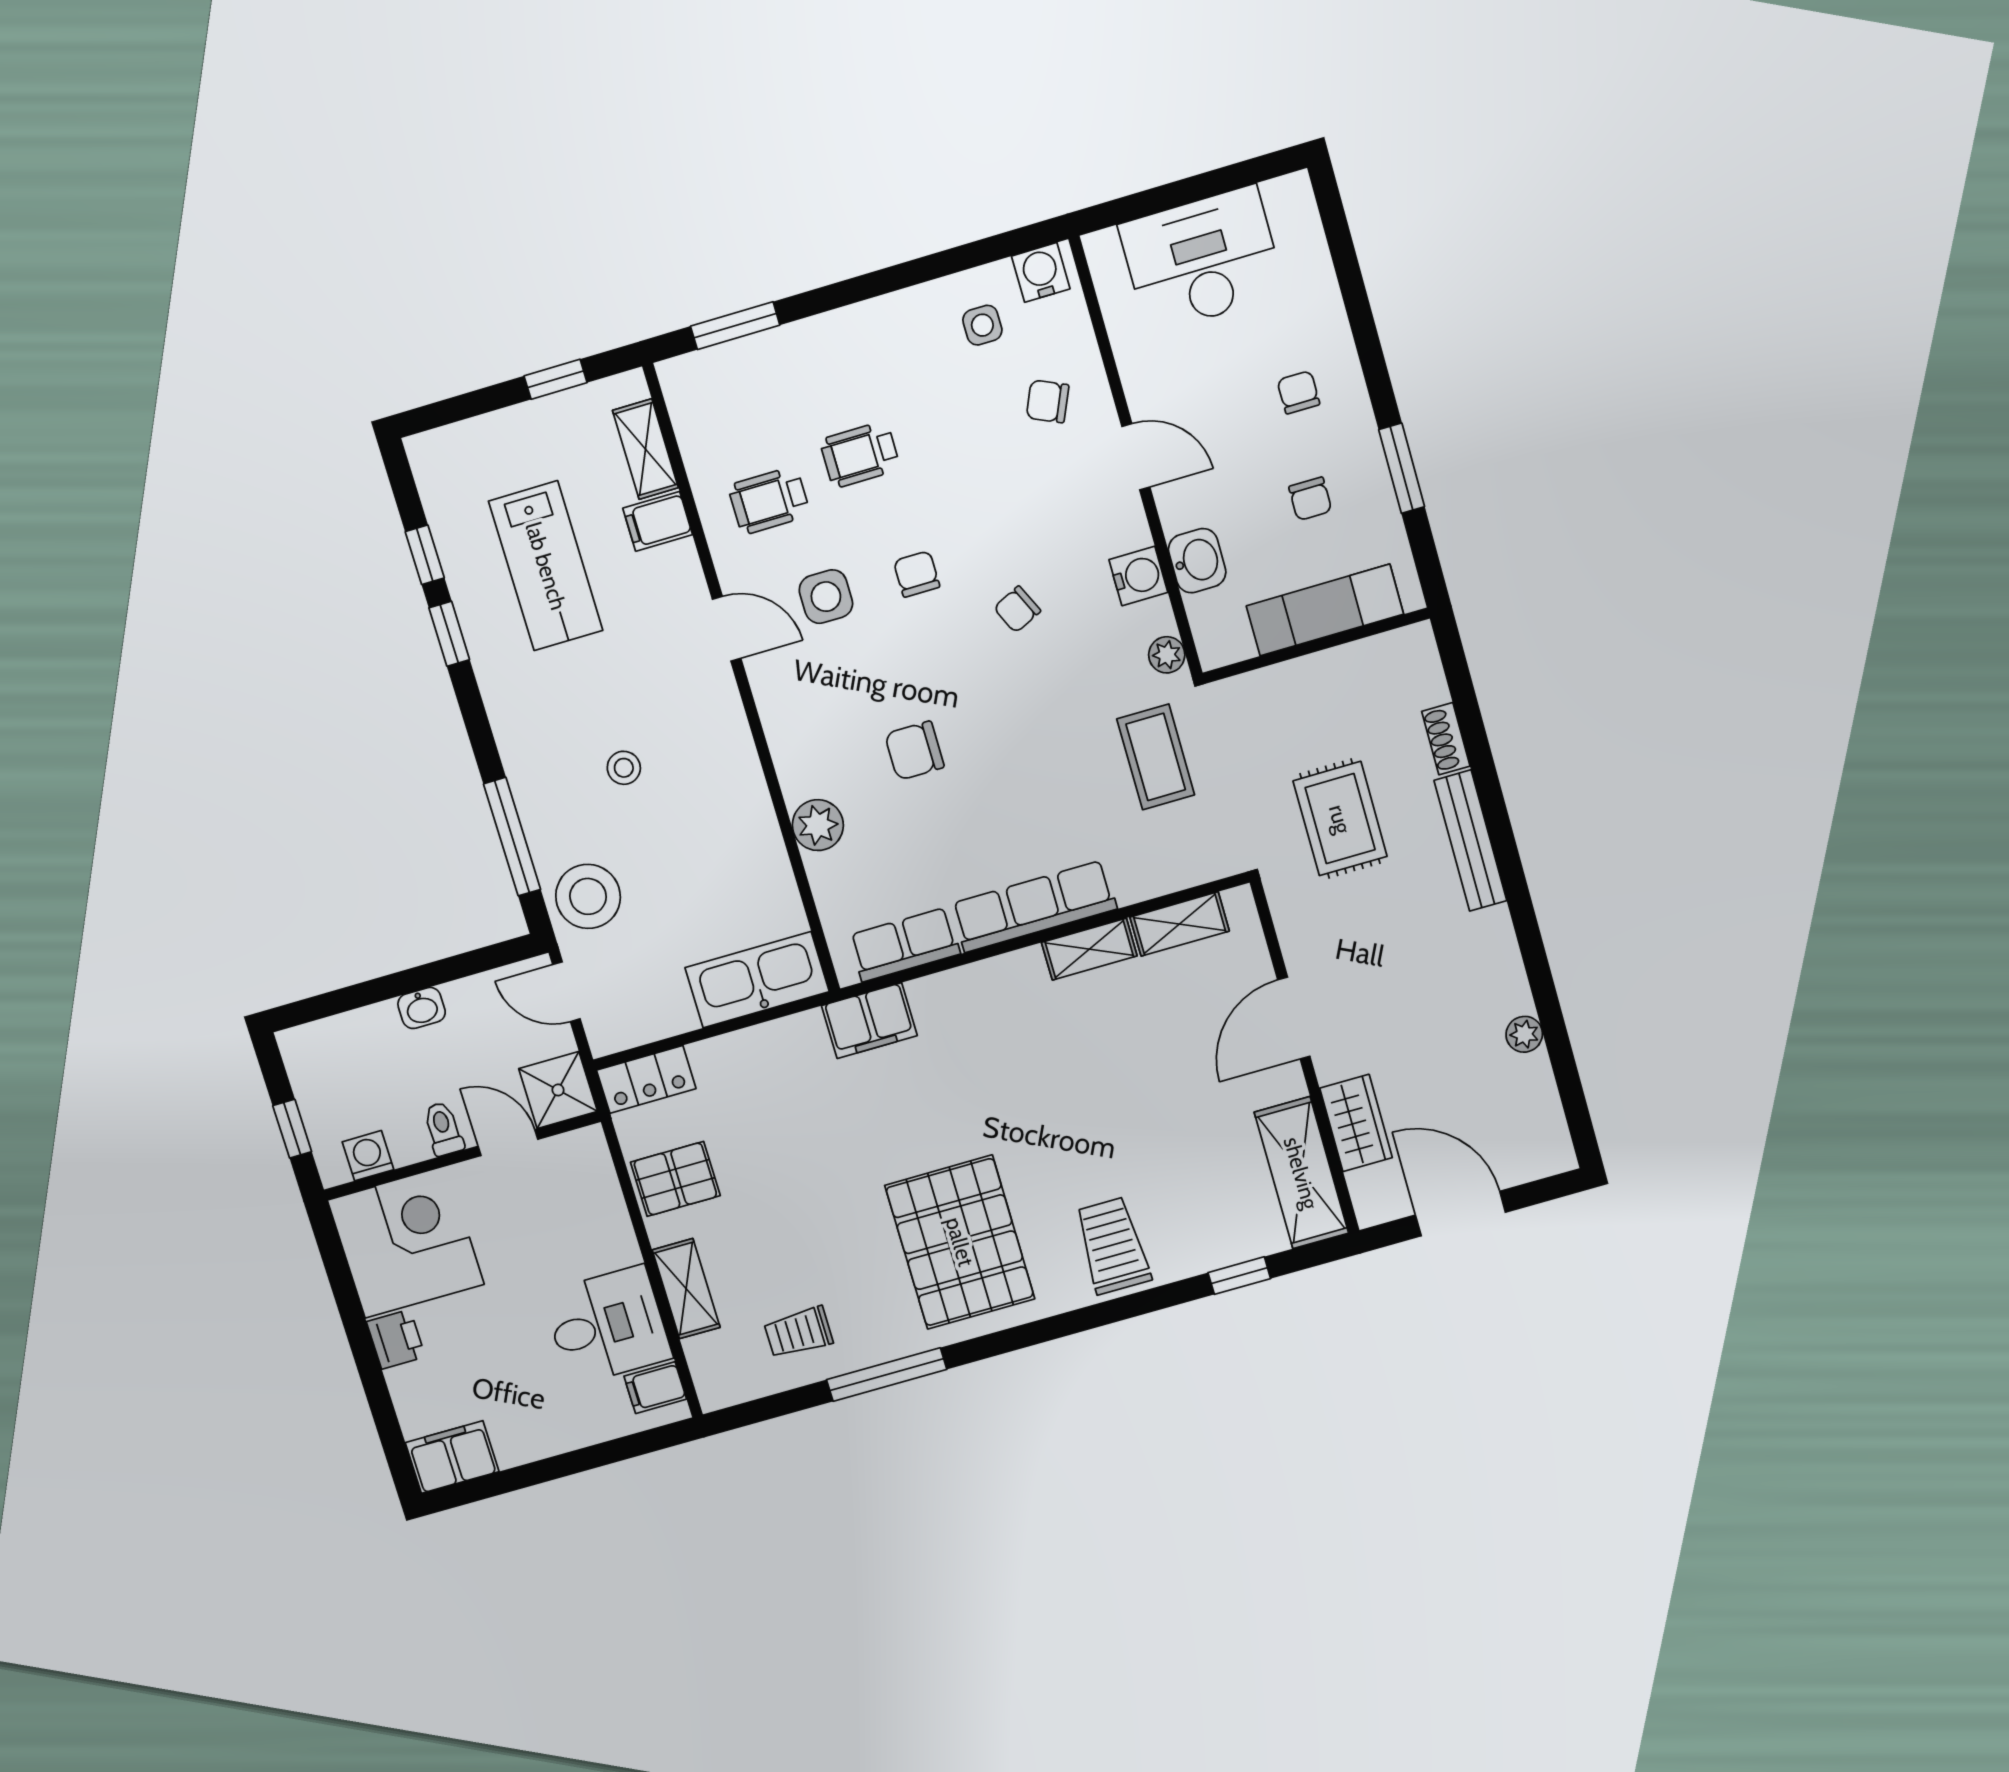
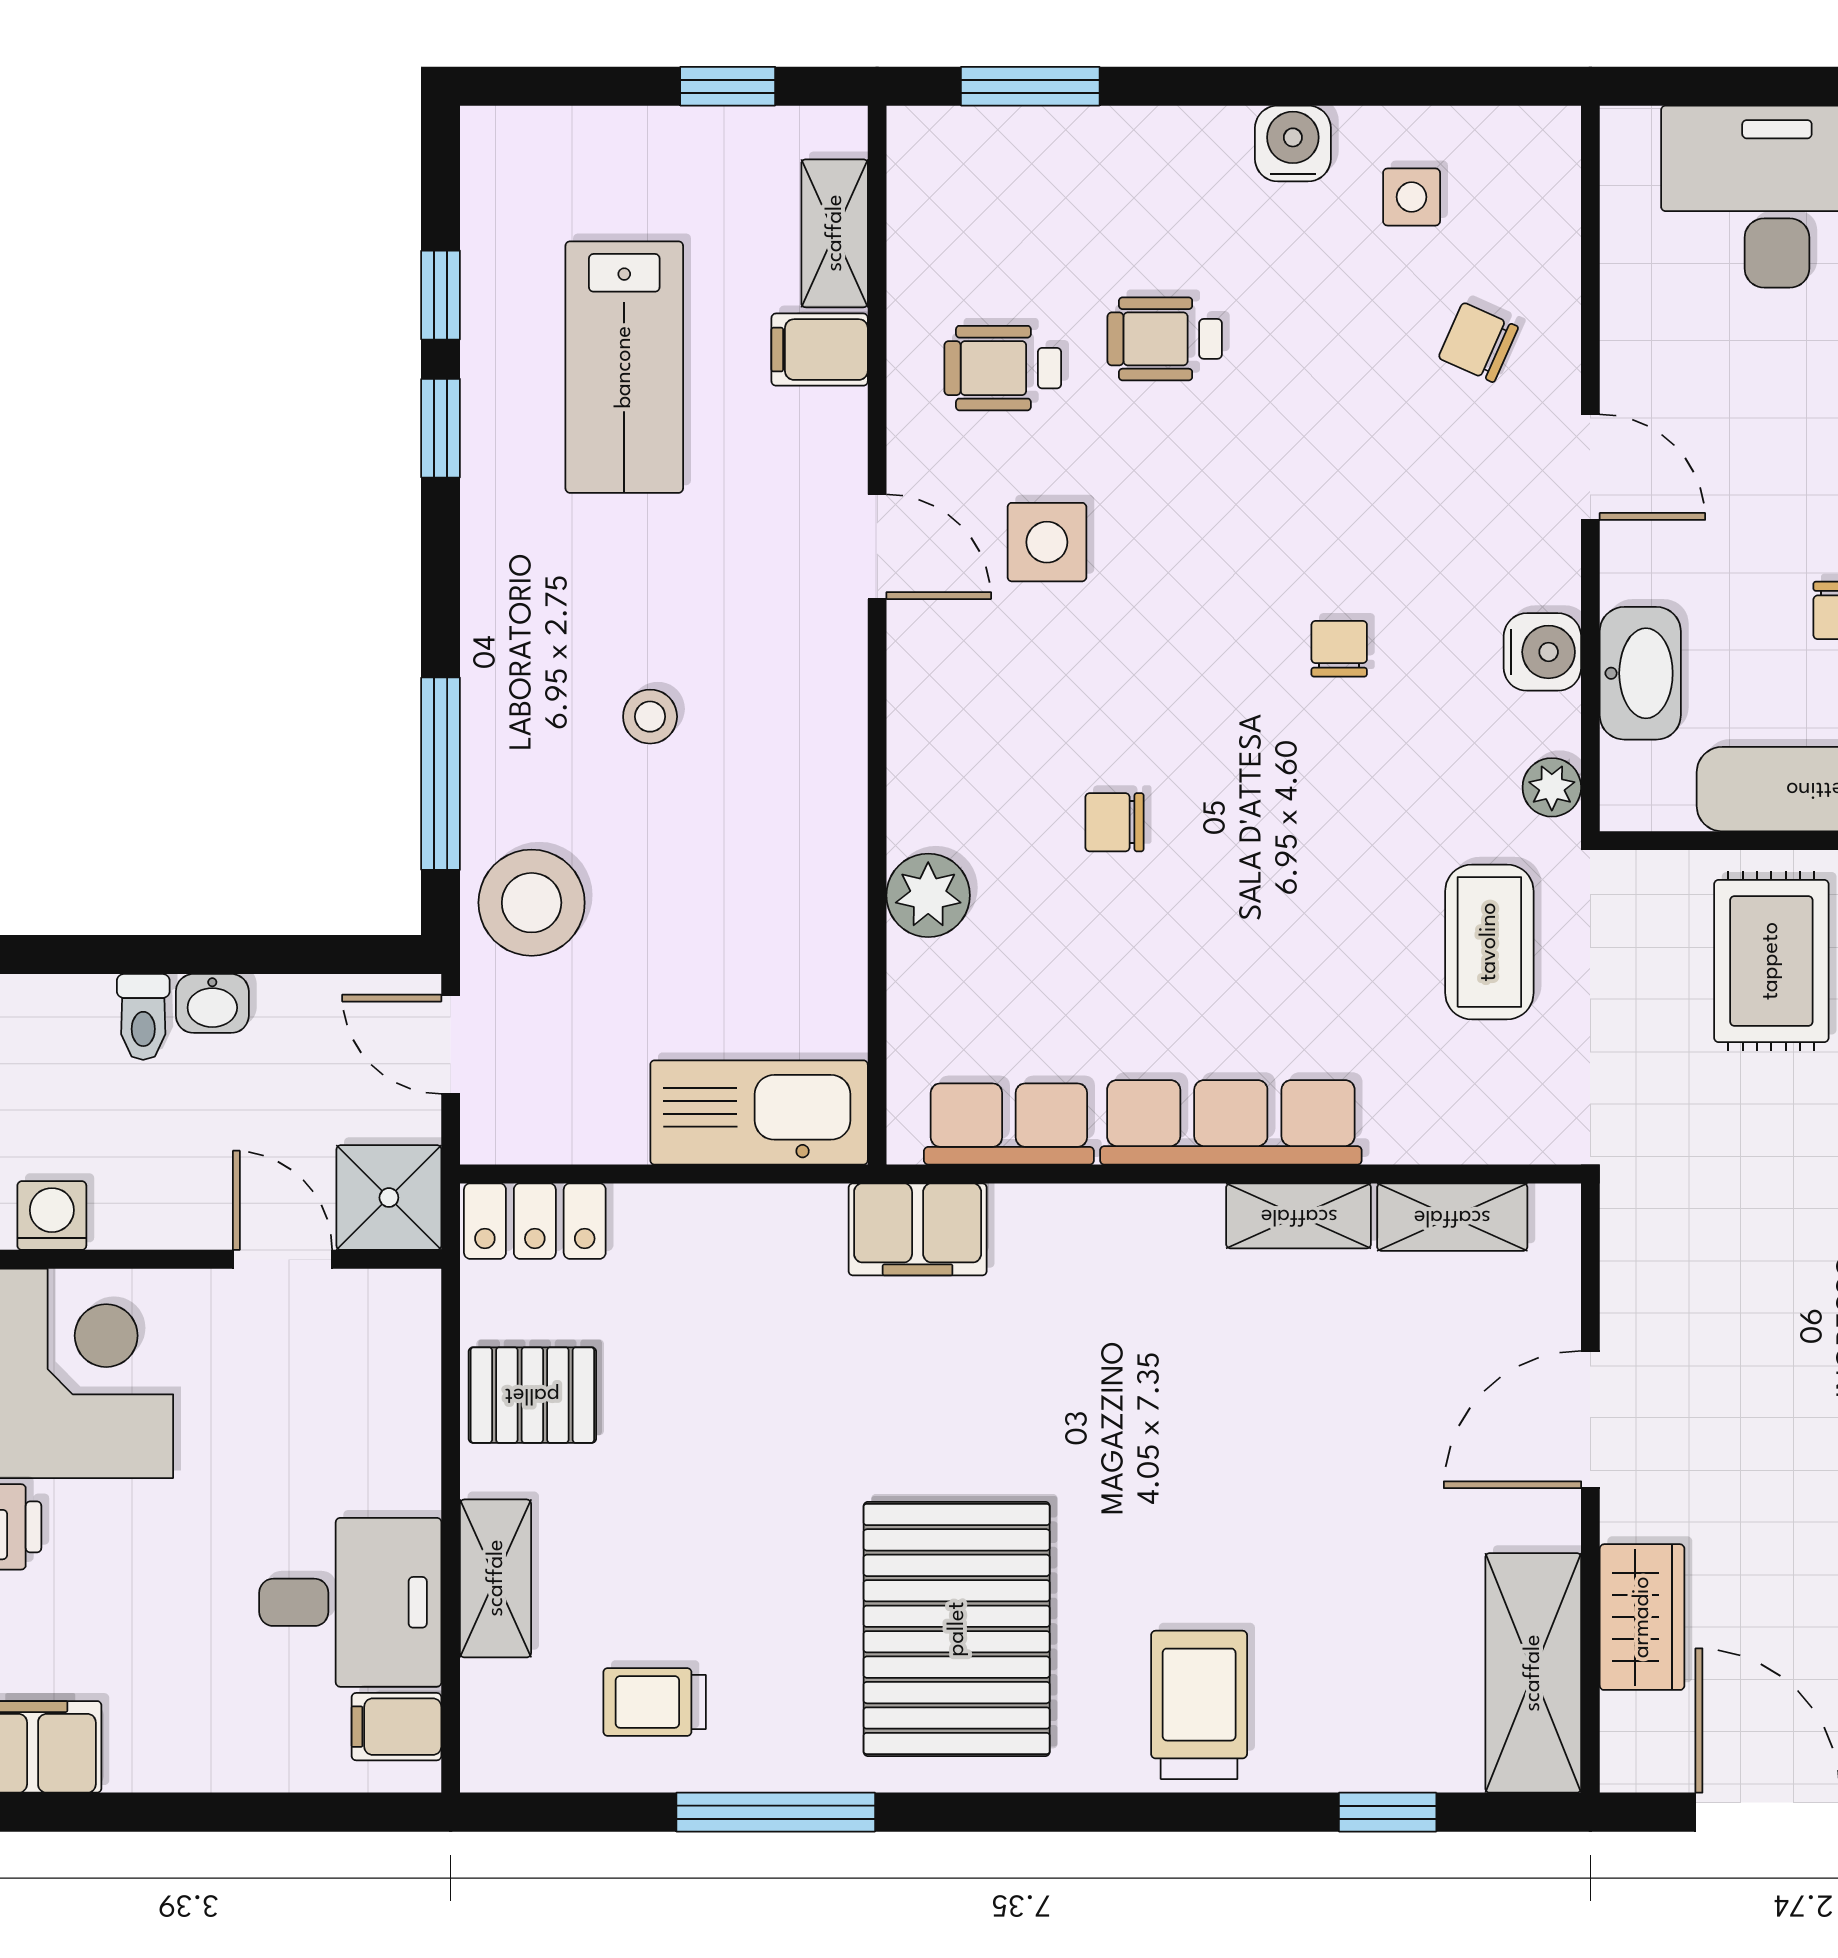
water cooler: (1041, 272) -> (1293, 143), moved
washbasin: (1197, 561) -> (1640, 673), width x1.38
chair: (917, 574) -> (1199, 548), removed
chair: (1017, 609) -> (1339, 649), turned 115
chair: (914, 751) -> (1115, 822), width x0.73, depth x0.73
rug: (1340, 819) -> (1771, 961), moved
toilet: (443, 1129) -> (143, 1017), moved, turned 180

